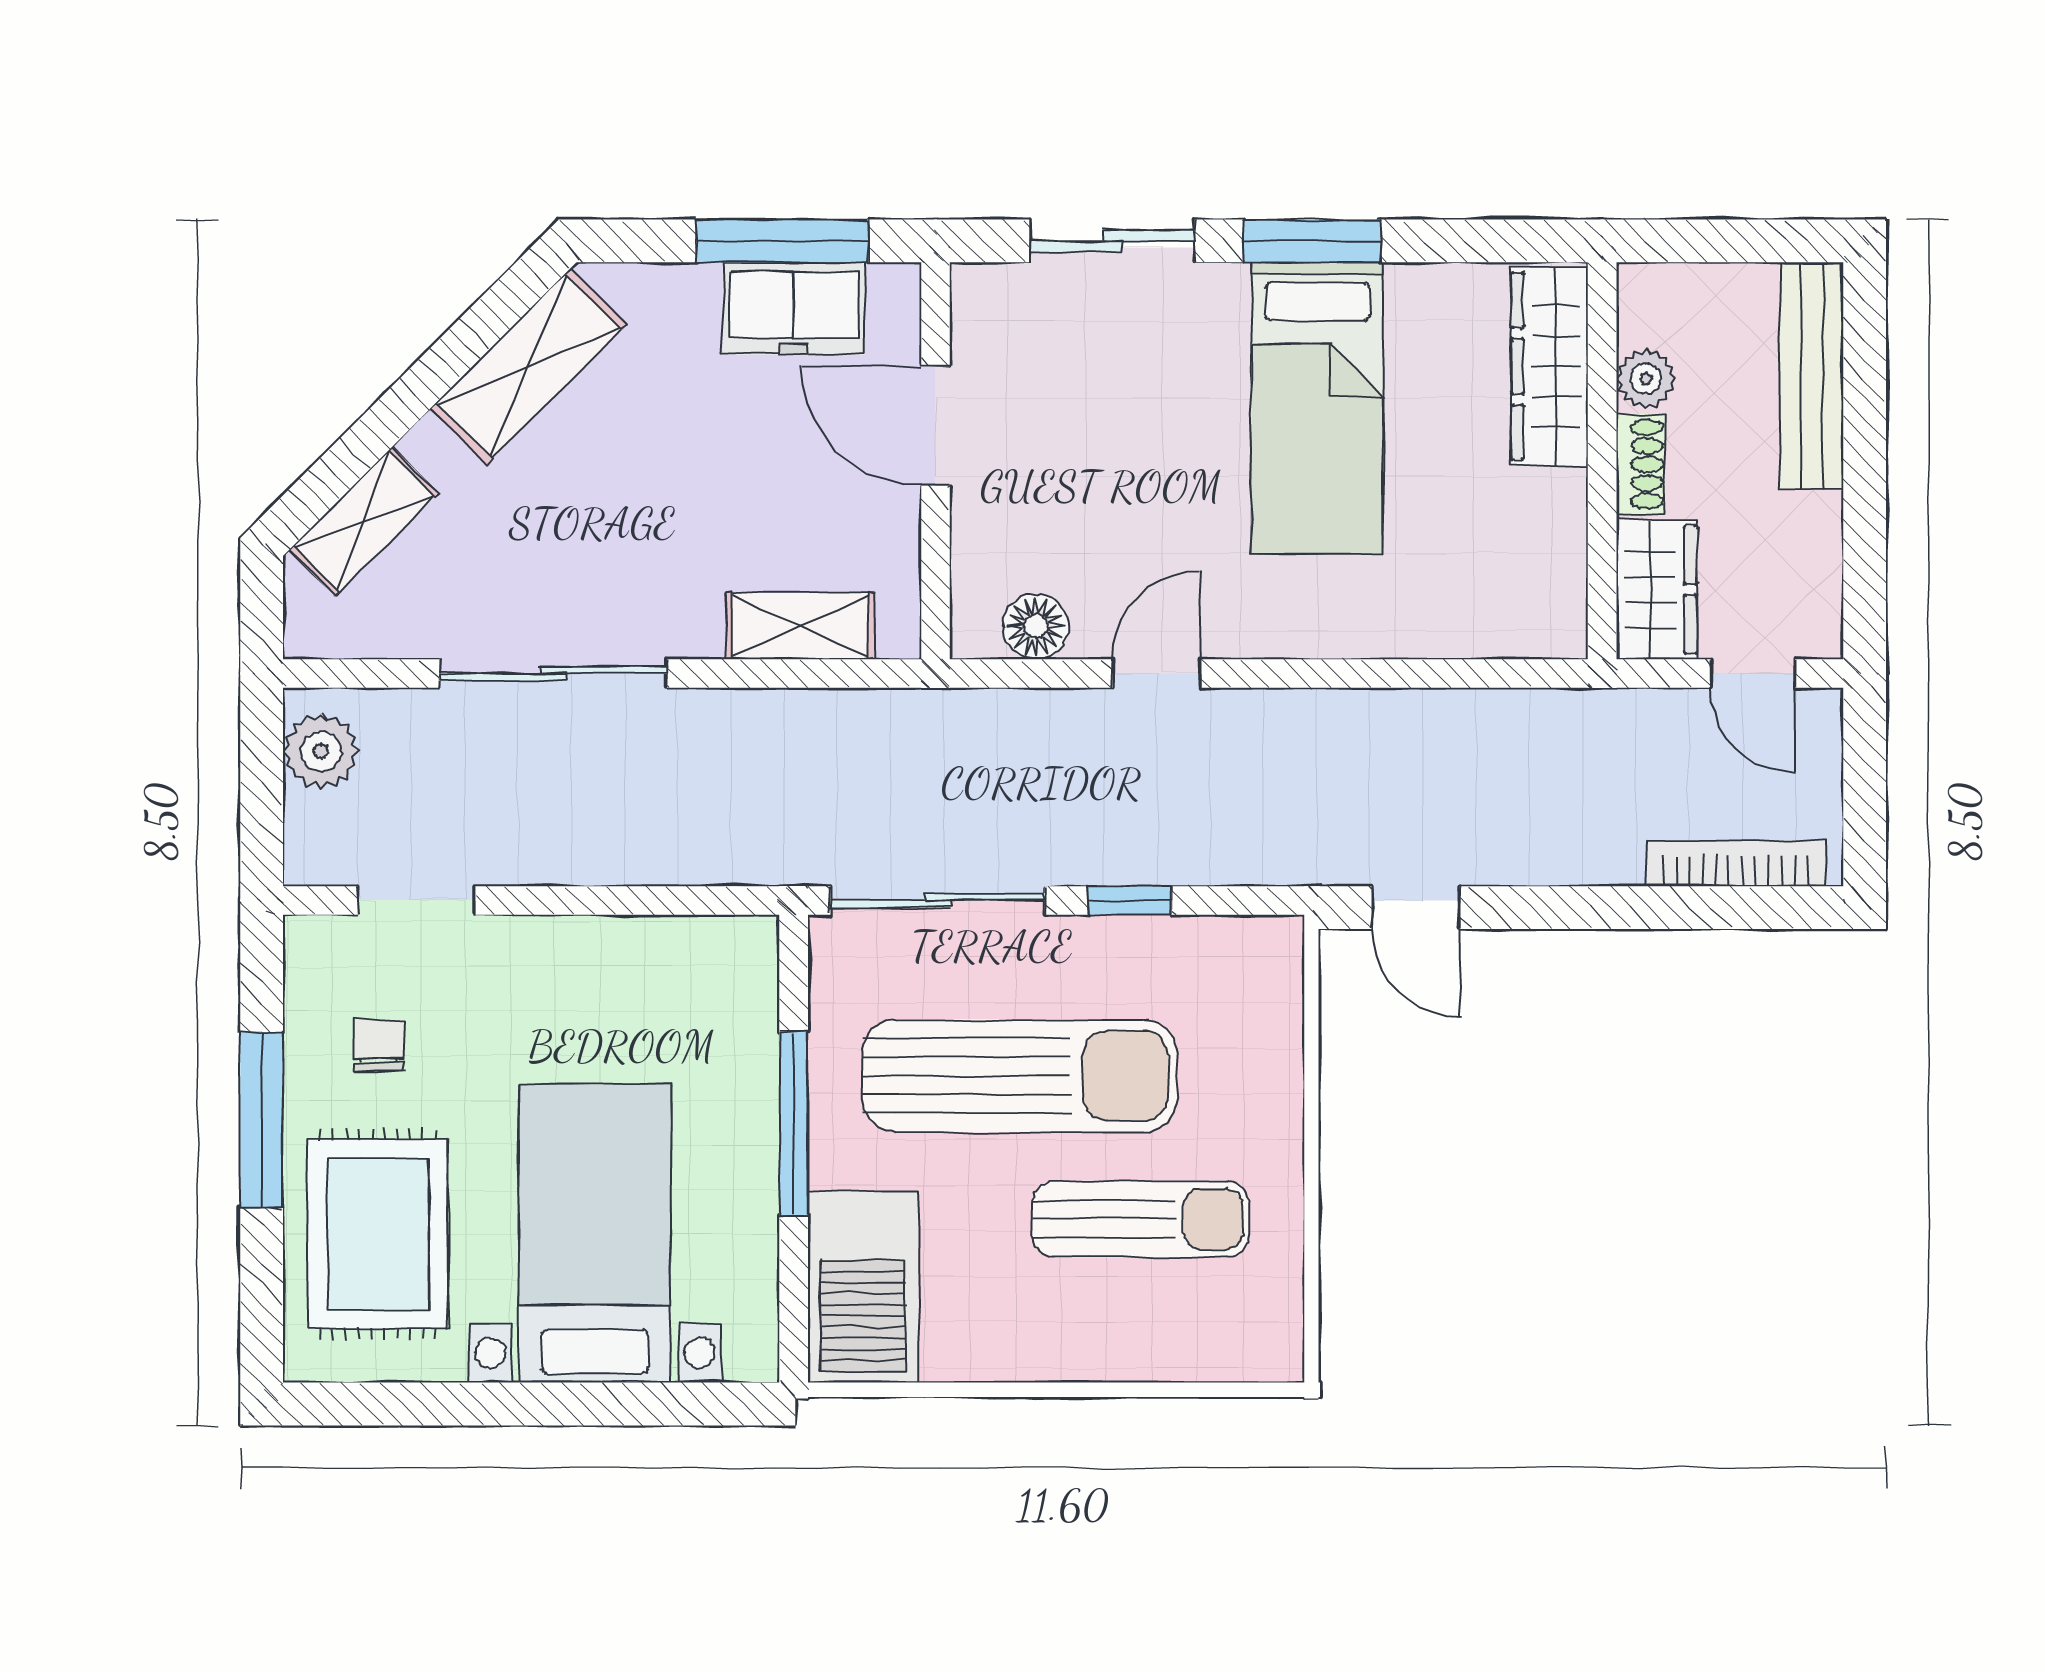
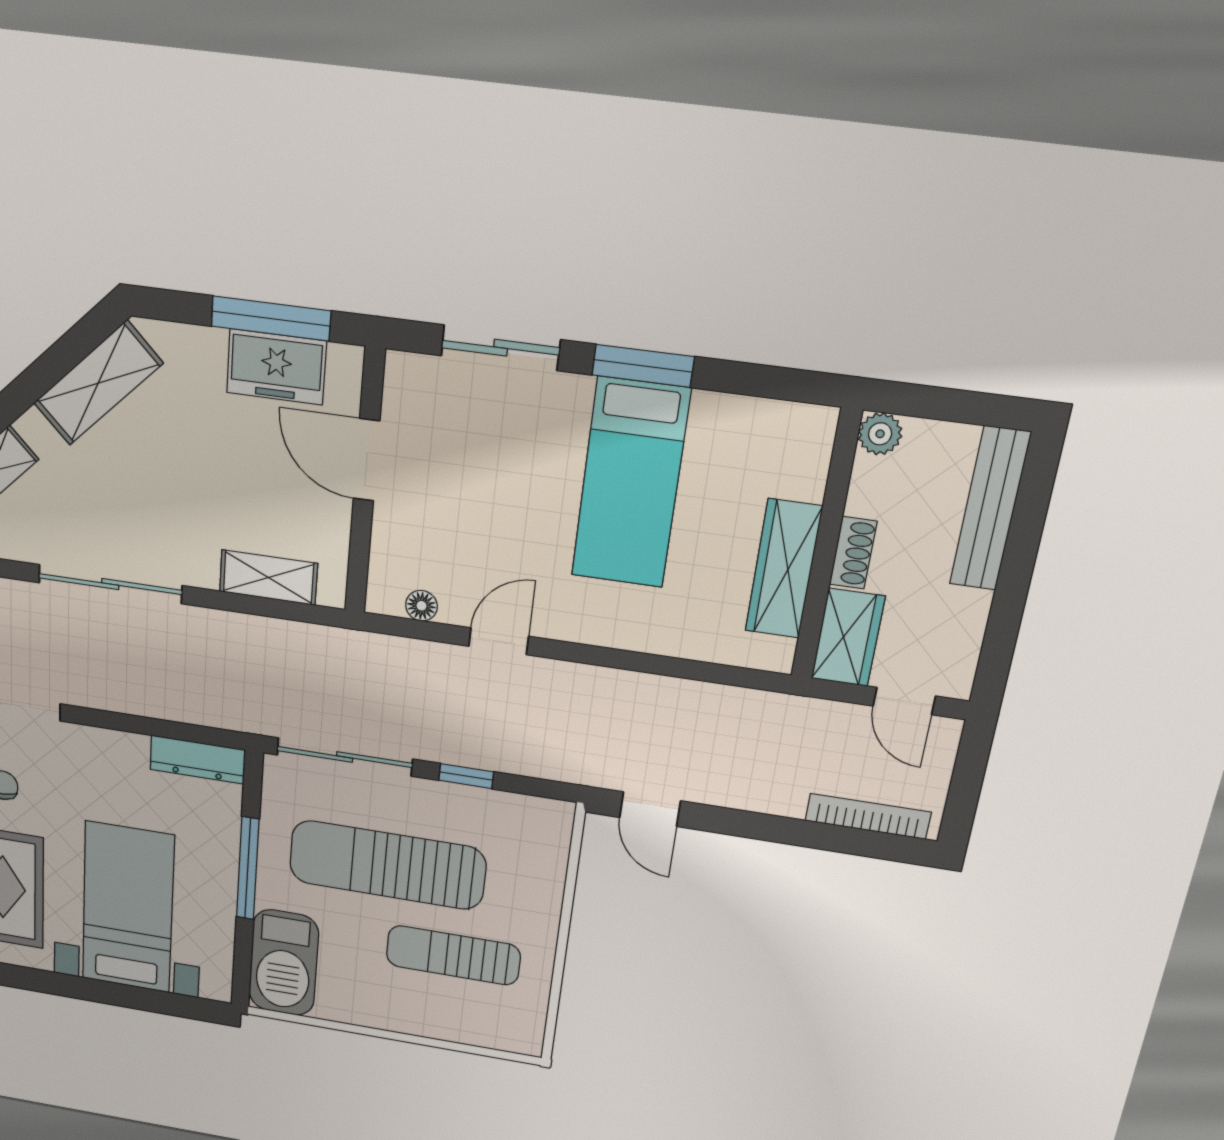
wardrobe: (1550, 366) -> (784, 569), moved
plant: (1646, 379) -> (880, 434), moved
floor lamp: (1036, 627) -> (421, 606), width x0.73, depth x0.73
dresser: (703, 945) -> (198, 760), added
sun lounger: (1020, 1076) -> (387, 865), turned 180
sun lounger: (1141, 1219) -> (453, 955), turned 180

